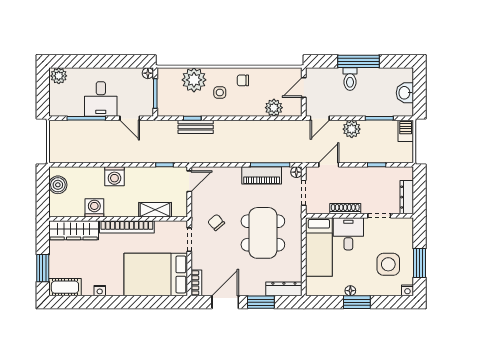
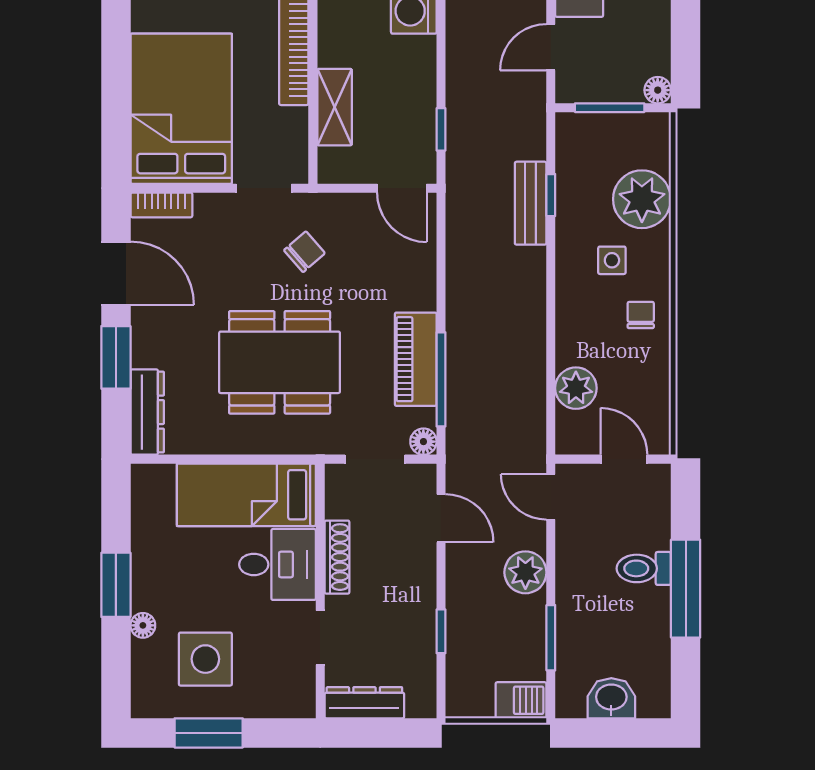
nightstand: (407, 290) -> (144, 704), removed
floor lamp: (350, 291) -> (143, 625), moved

